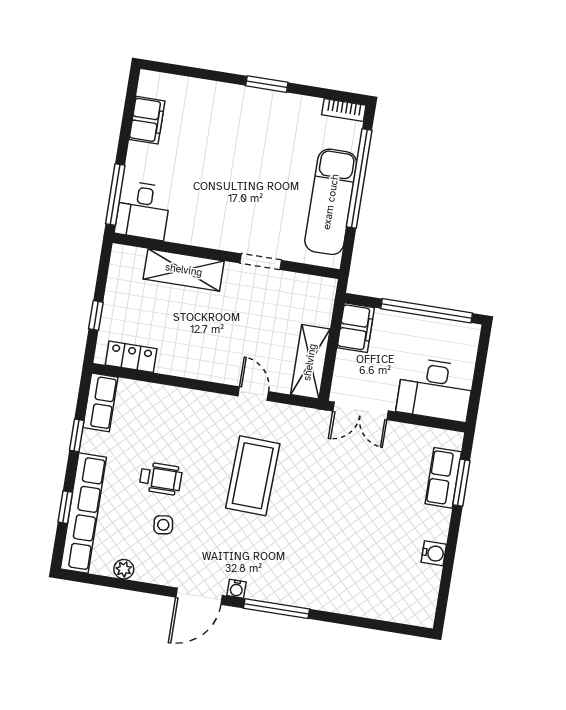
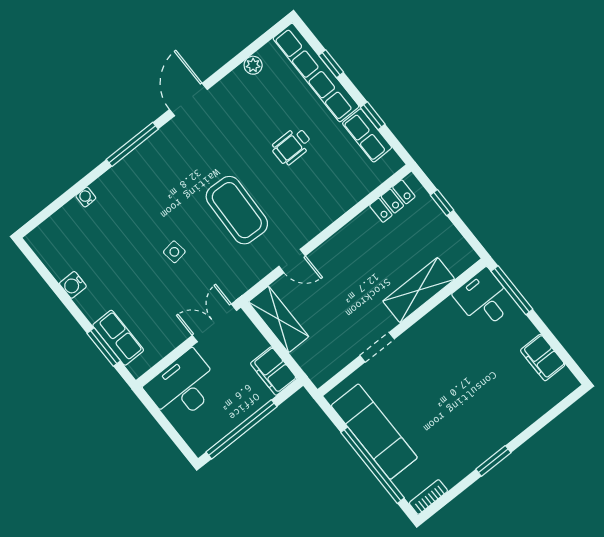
row of seats: (100, 402) -> (367, 135), moved
side table: (163, 525) -> (174, 252), moved
water cooler: (236, 589) -> (86, 197), moved

